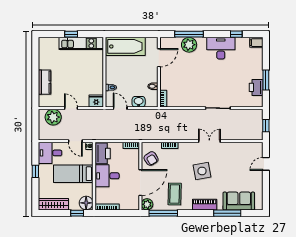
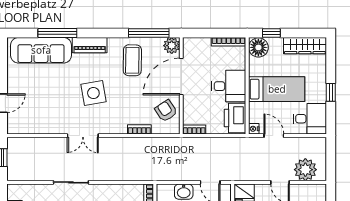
sofa: (239, 201) -> (41, 50), width x1.36

